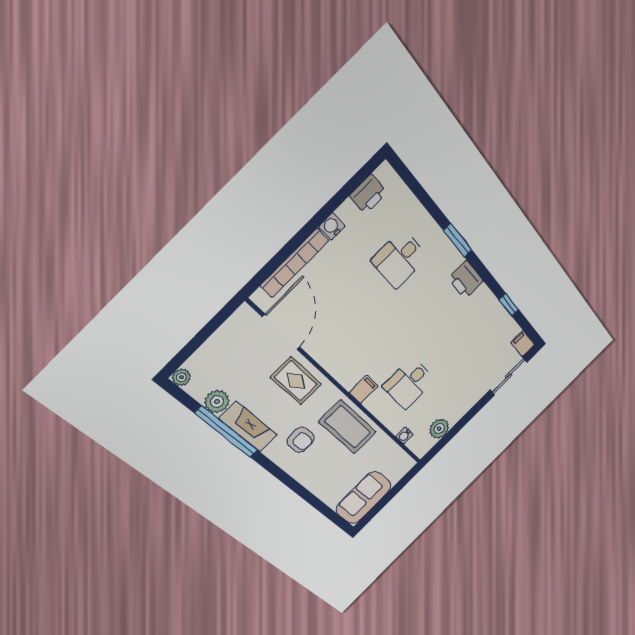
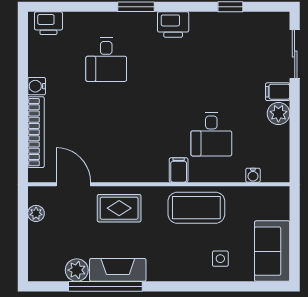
printer: (368, 194) -> (48, 23), moved, turned 90
door: (281, 332) -> (73, 184), width x0.73
filing cabinet: (523, 344) -> (278, 92), moved
plant: (181, 377) -> (36, 213), moved
plant: (439, 429) -> (278, 113), moved
armchair: (301, 440) -> (168, 248), removed
side table: (327, 476) -> (220, 259), added

